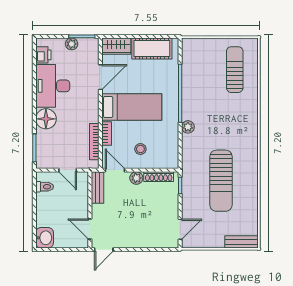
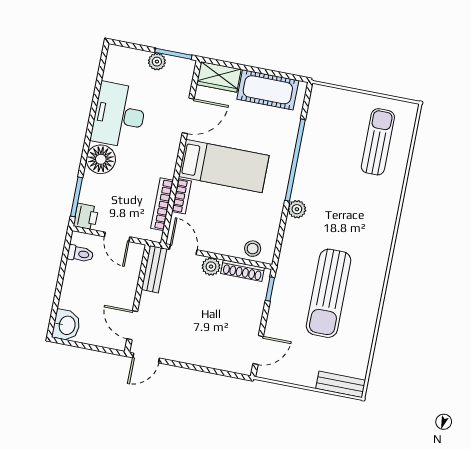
printer: (43, 55) -> (86, 216), moved
stool: (140, 149) -> (253, 249), moved

